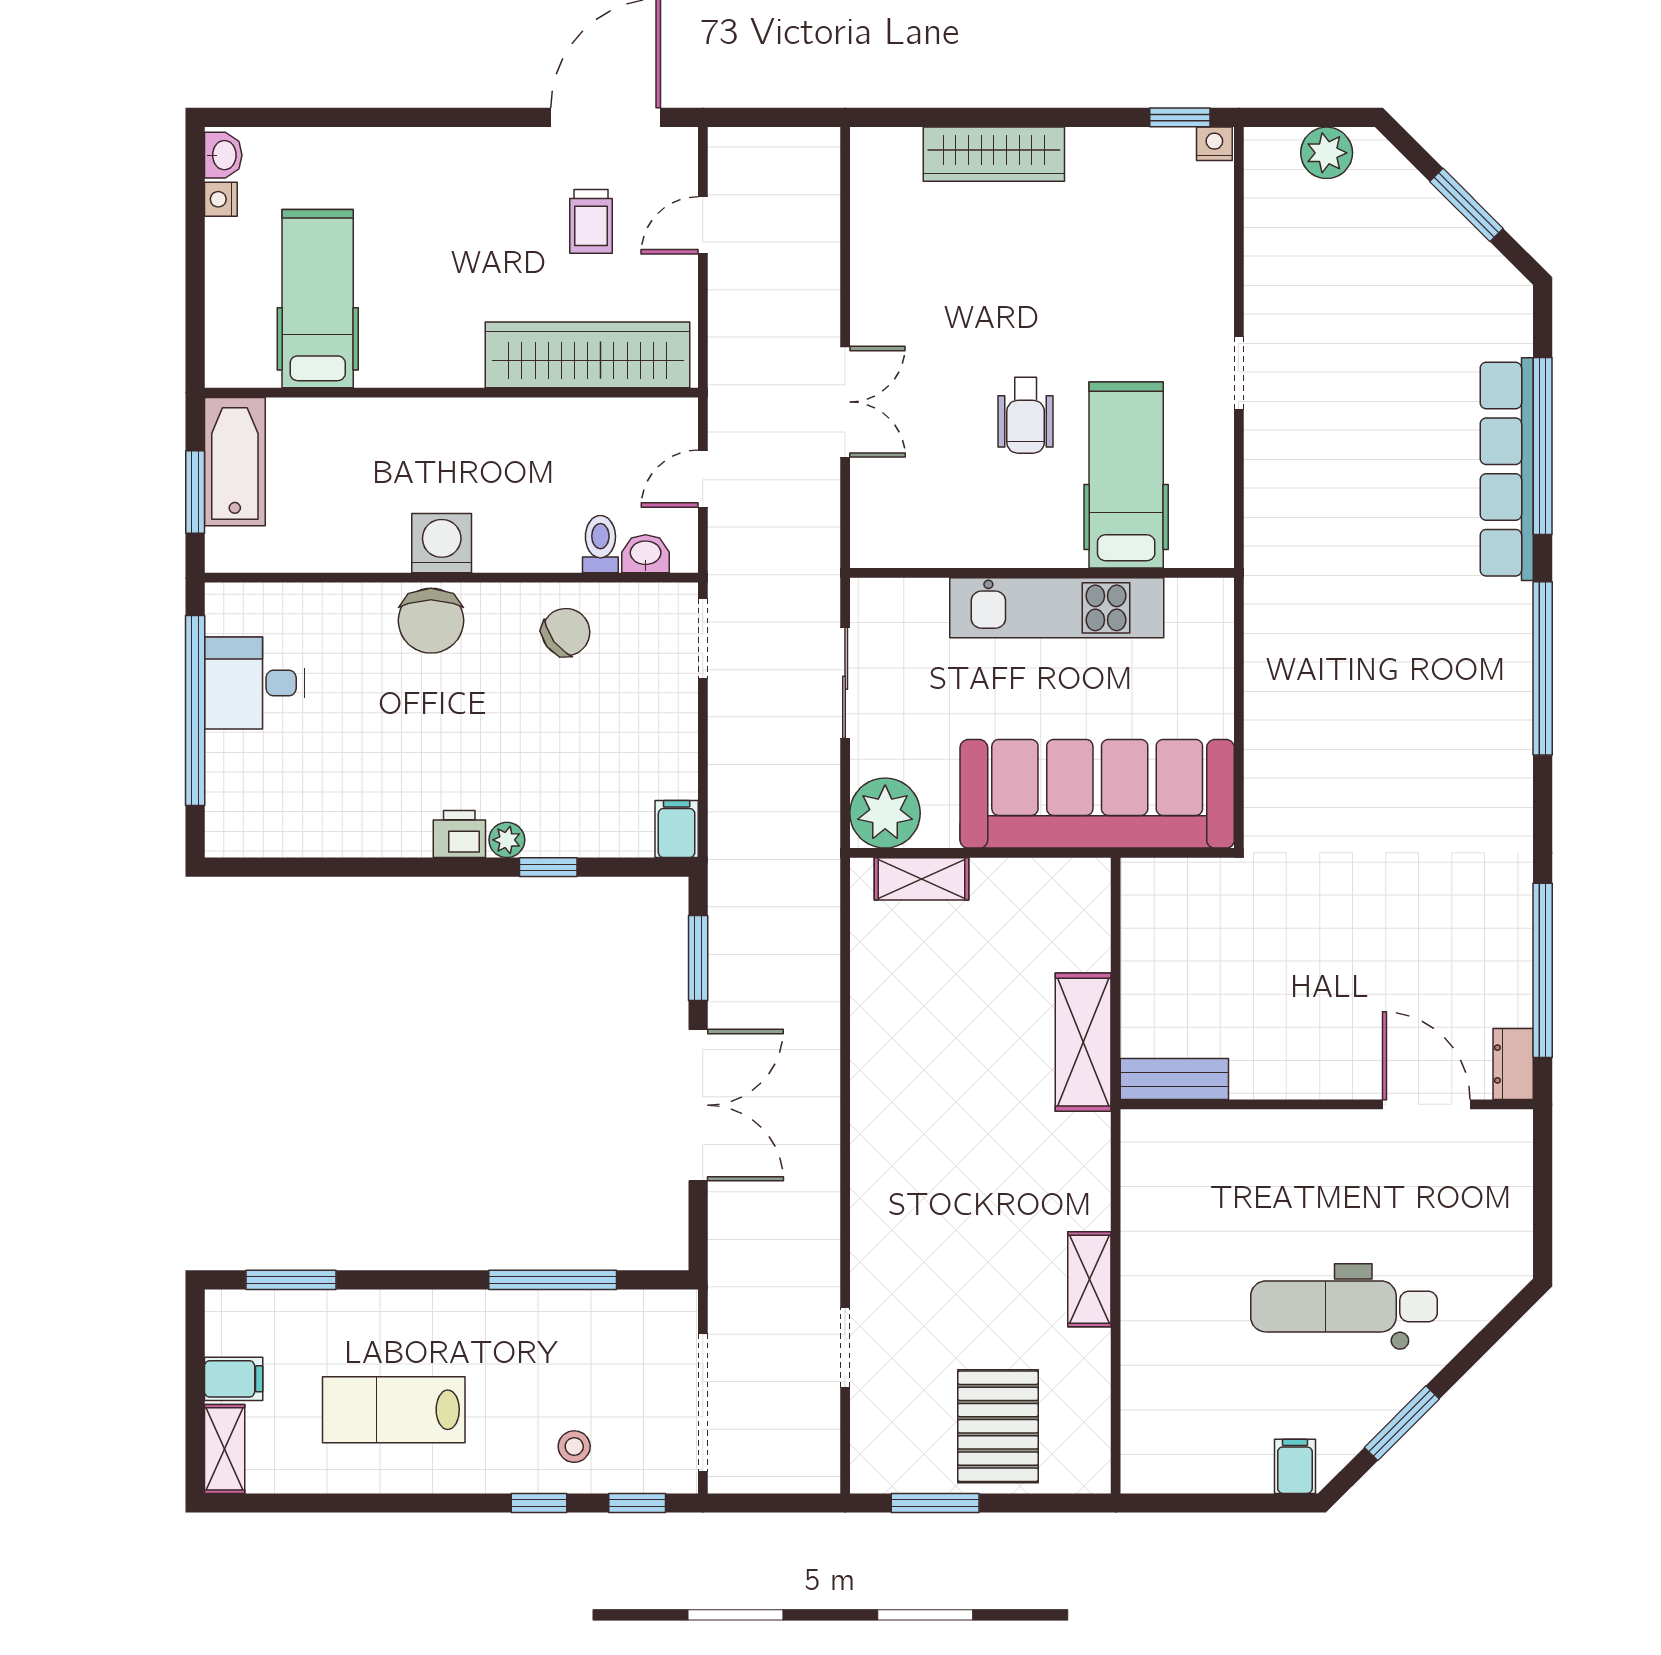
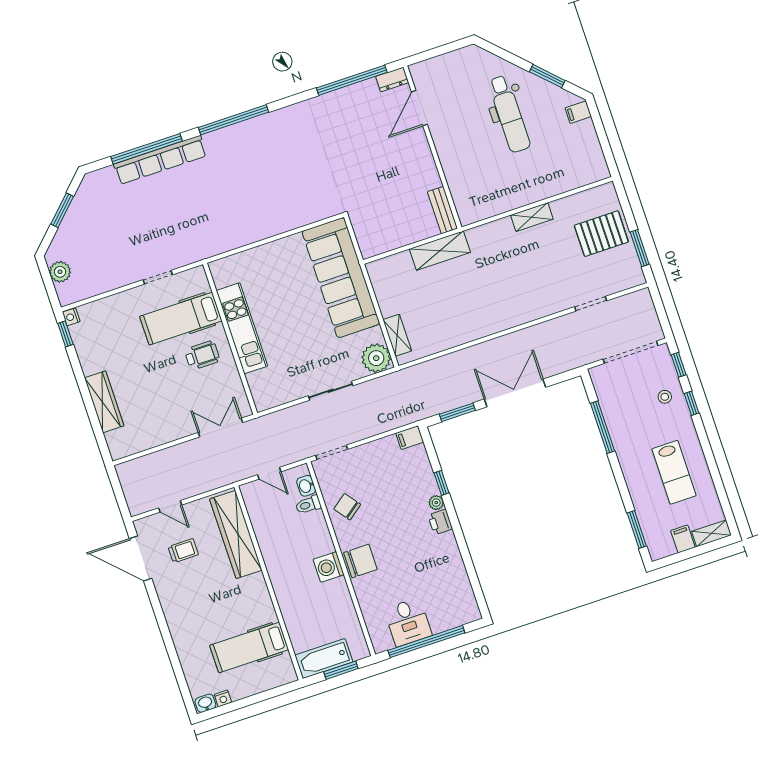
hospital bed: (1126, 475) -> (181, 319), moved
wall: (1042, 573) -> (230, 339), moved
kitchen unit: (1057, 608) -> (242, 328), moved

